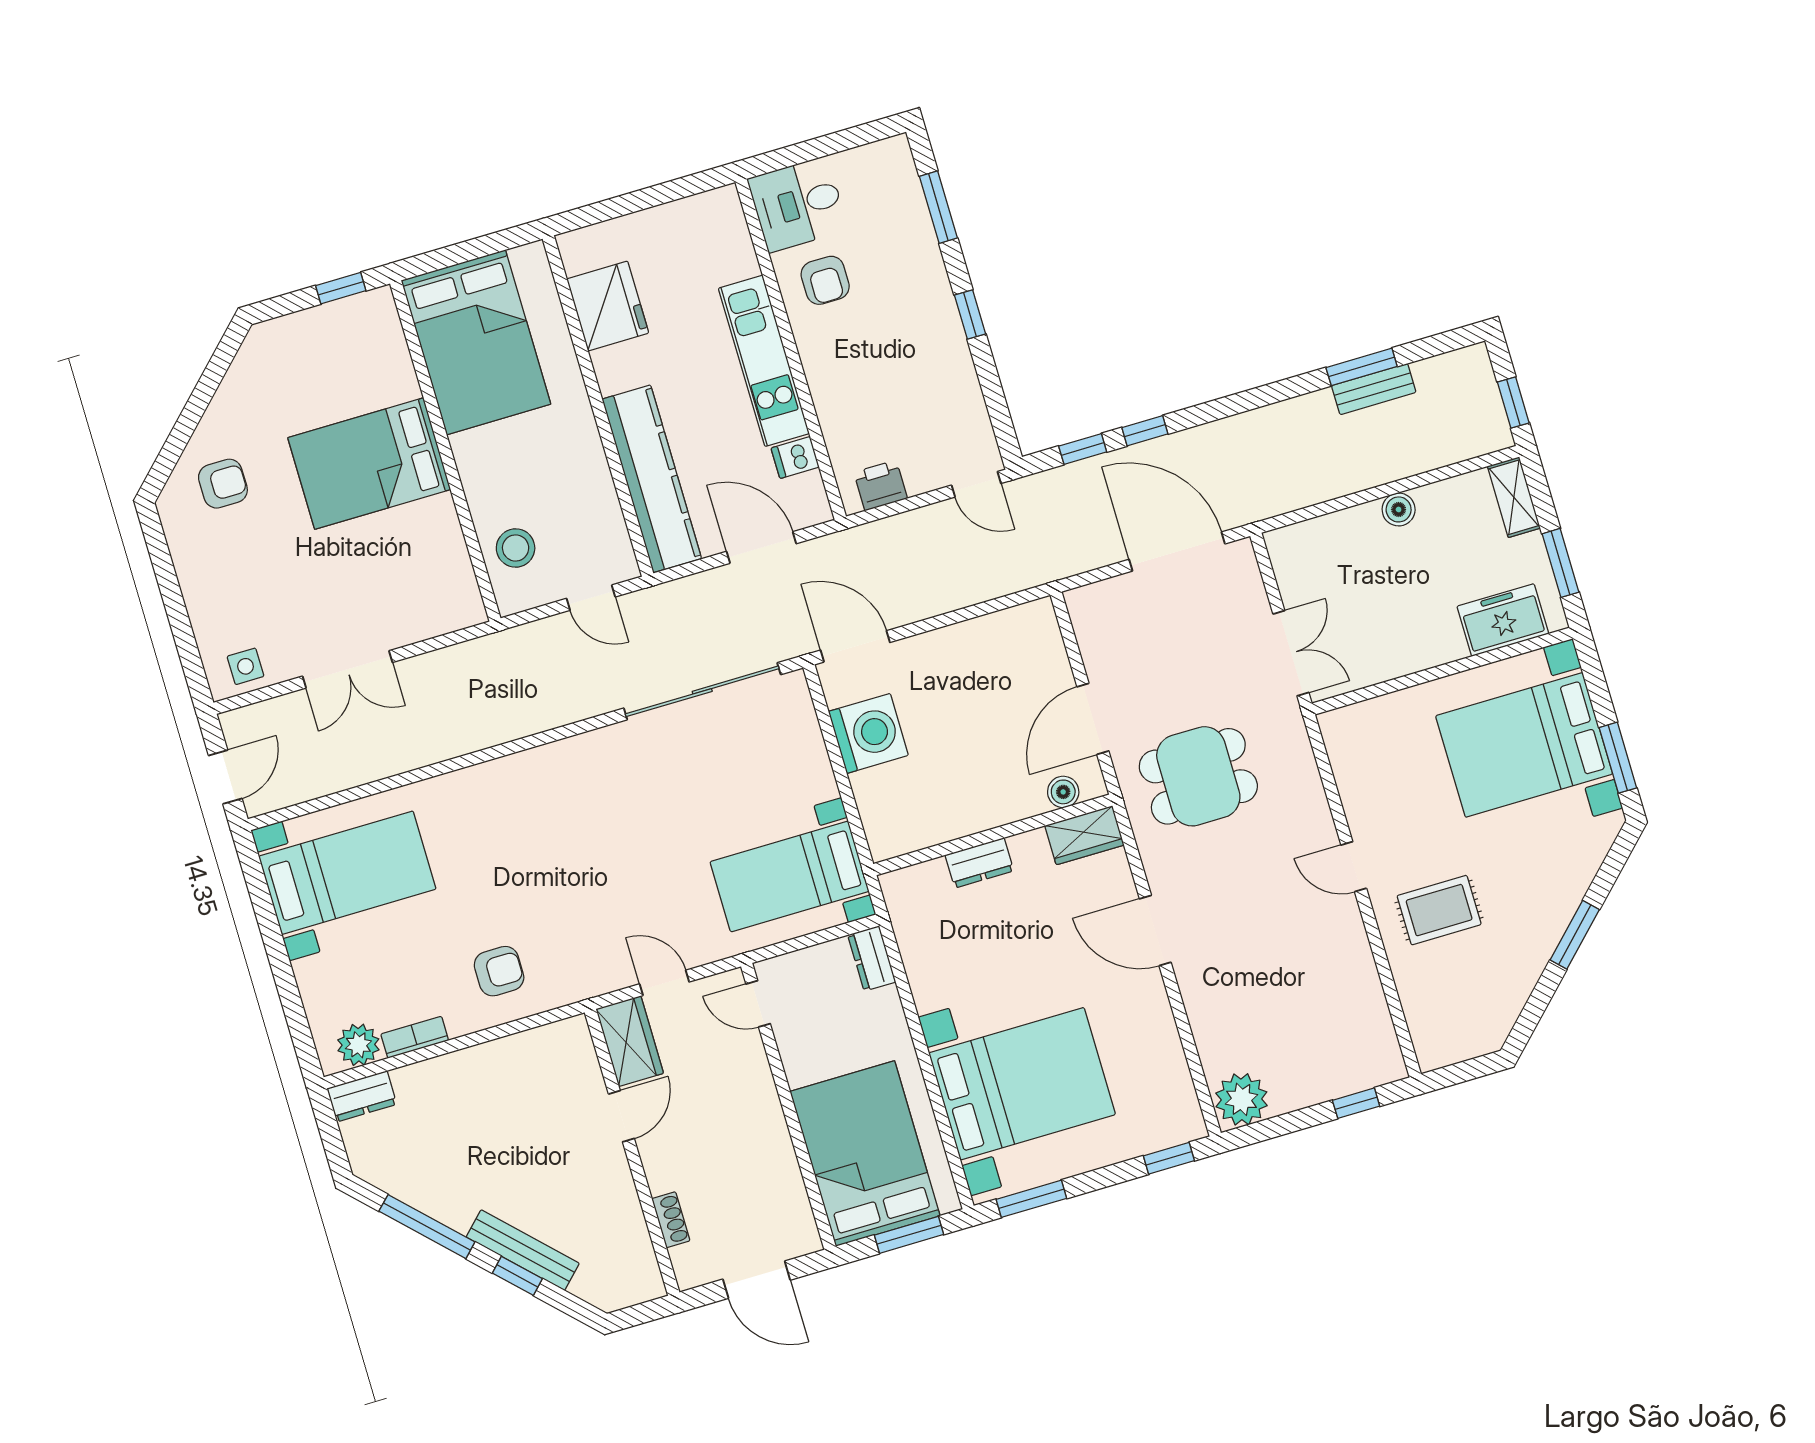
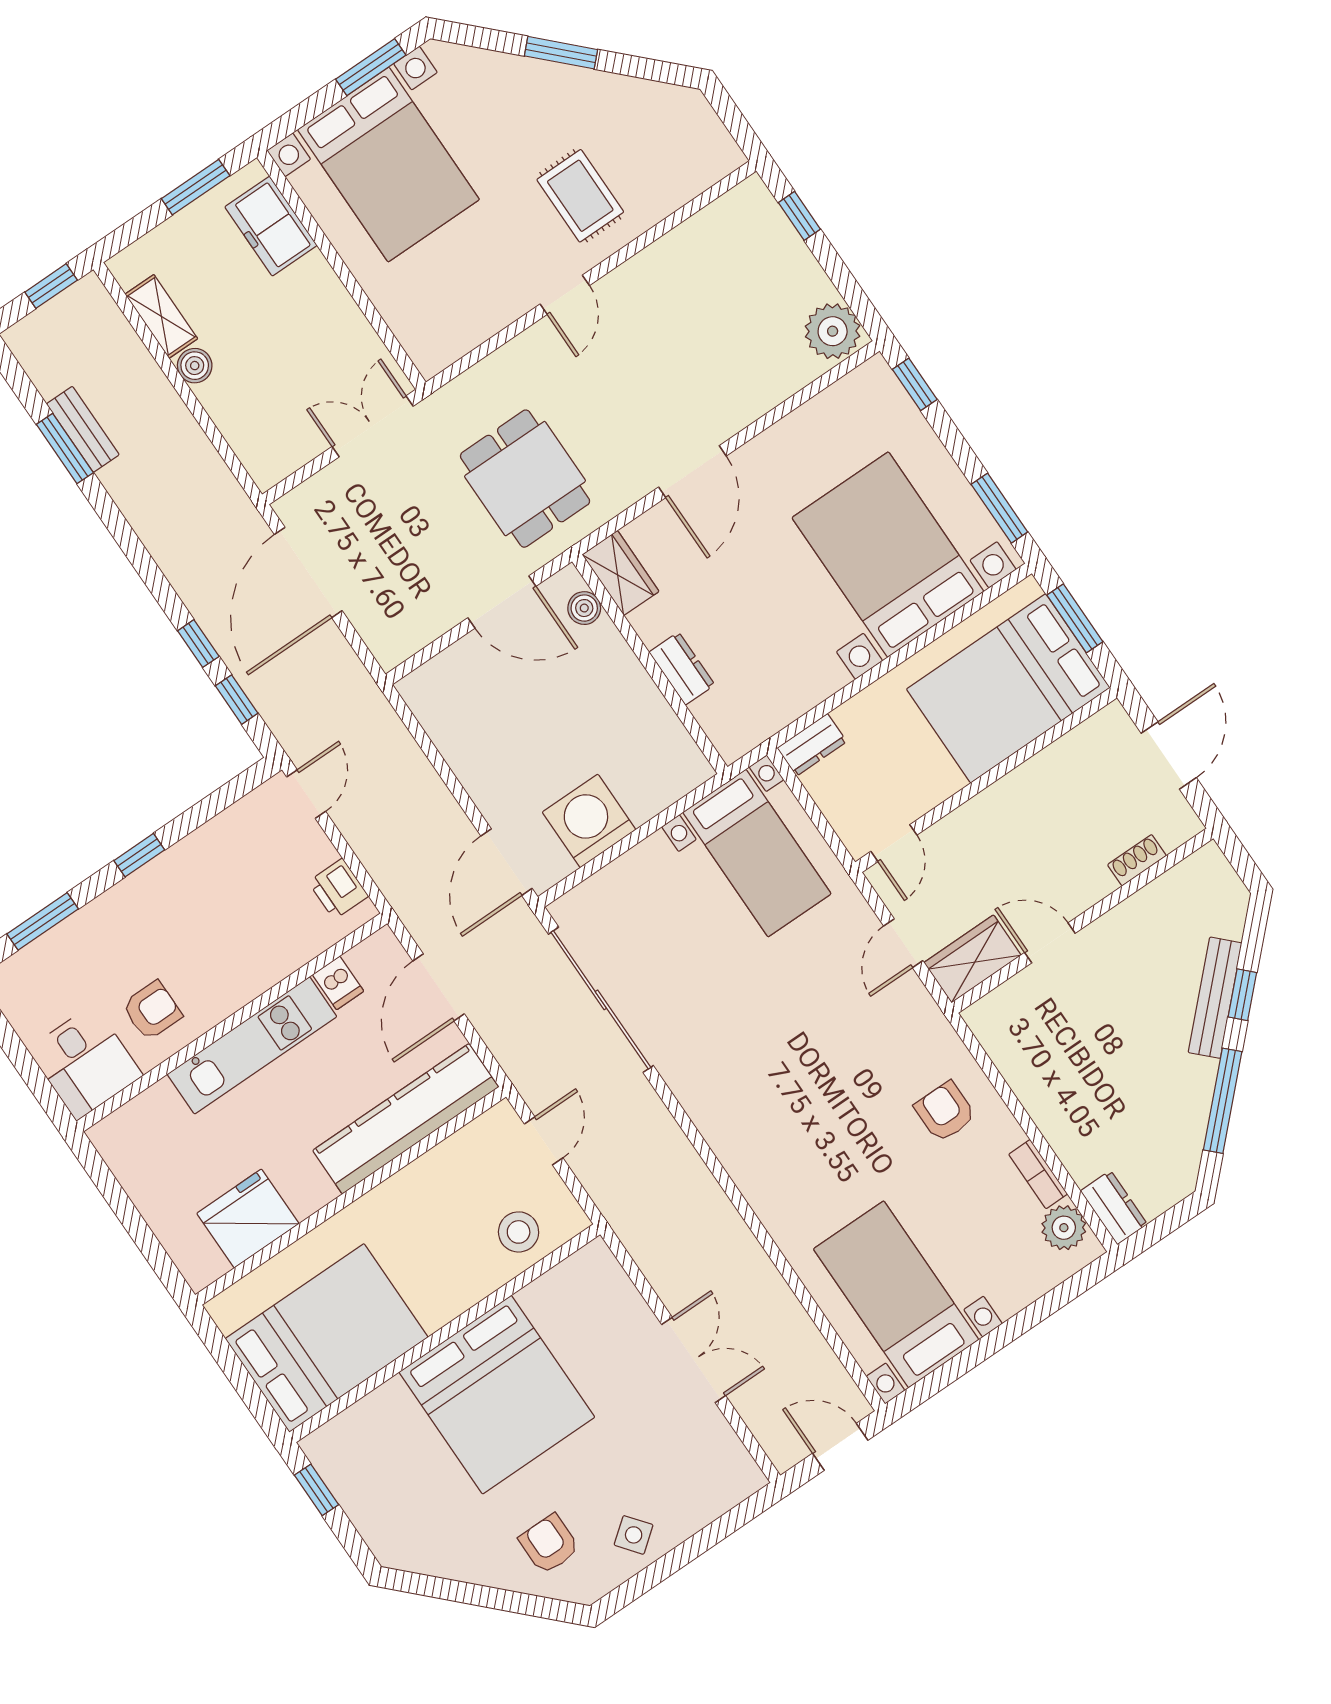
bed: (369, 464) -> (497, 1395), width x1.36
shelving: (1514, 497) -> (161, 316), moved, turned 90
side table: (245, 666) -> (634, 1535), moved, turned -38

